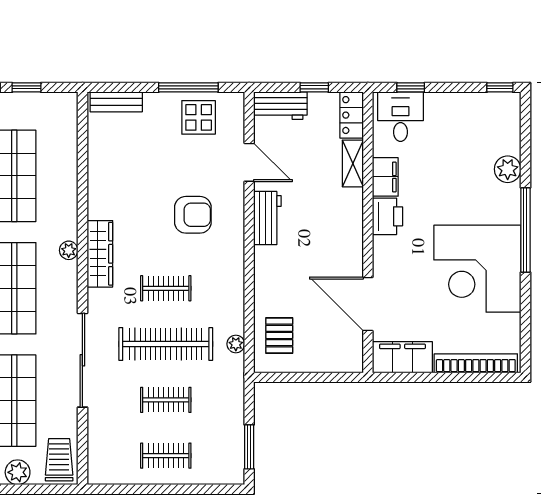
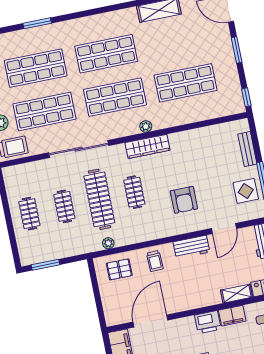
window: (26, 87) -> (246, 97), moved
bench: (116, 102) -> (247, 149), moved
trolley: (277, 278) -> (155, 261), added

